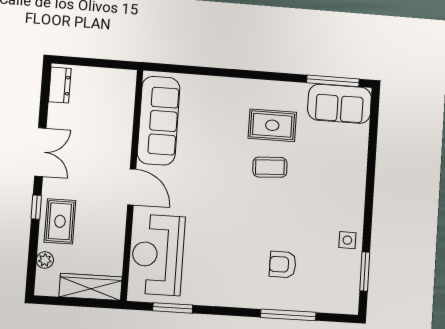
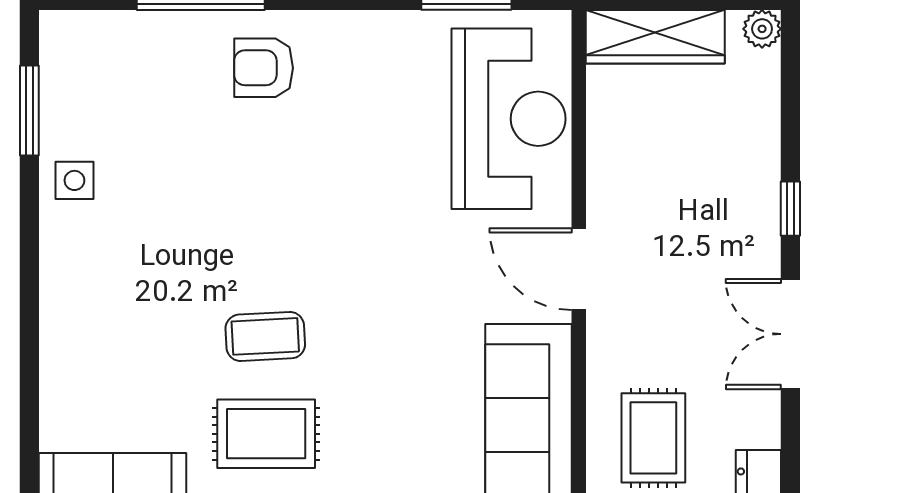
rug: (60, 221) -> (653, 438), moved
plant: (45, 260) -> (762, 29), moved
armchair: (283, 264) -> (264, 68), moved, turned 180

